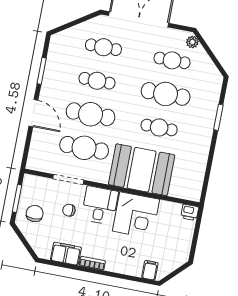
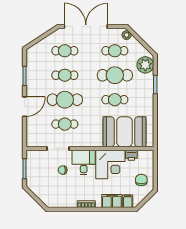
plant: (210, 88) -> (145, 65), added
door: (33, 113) -> (25, 107), hinge flipped
cafe table: (84, 148) -> (65, 124), width x0.73, depth x0.74
booth: (142, 170) -> (124, 132), moved
printer: (190, 212) -> (131, 155), moved
chair: (35, 213) -> (141, 180), moved
filing cabinet: (66, 254) -> (112, 201), moved

